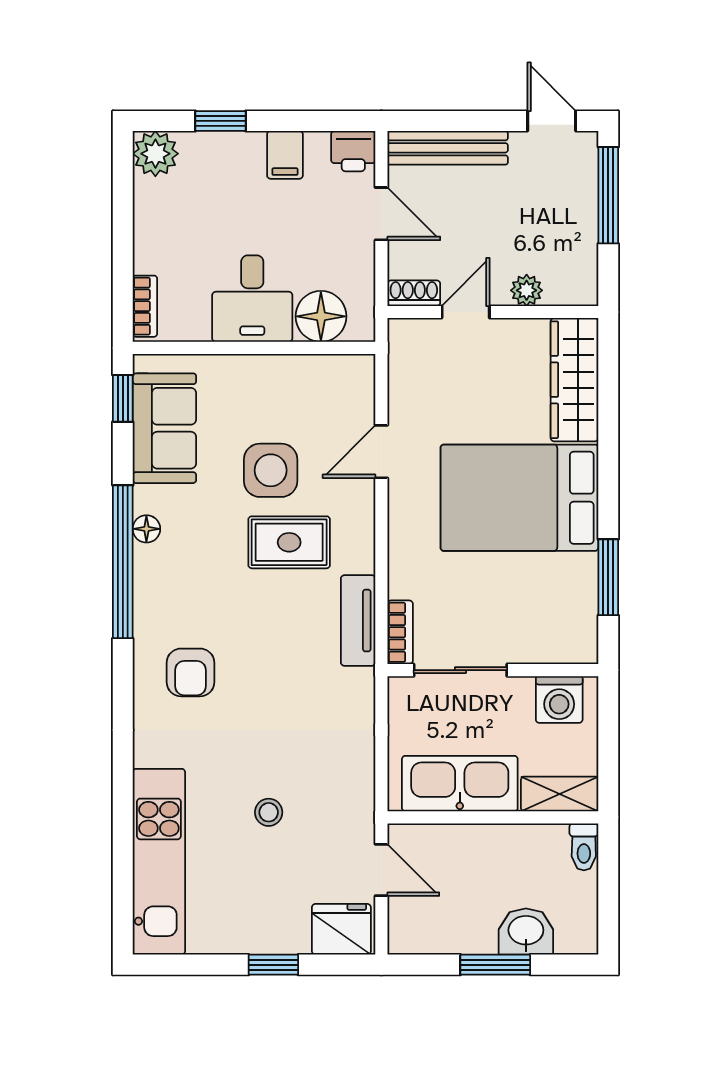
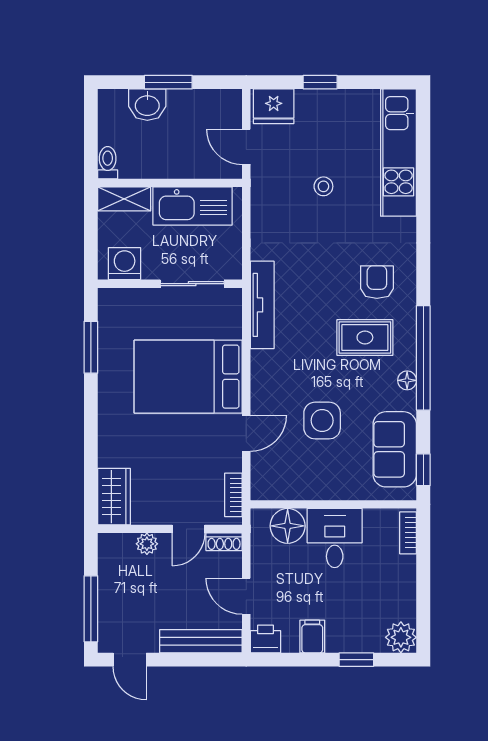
wardrobe: (574, 380) -> (114, 497), width x0.67
bed: (519, 498) -> (188, 377), moved, turned 180
rug: (289, 542) -> (365, 337), moved
tv unit: (358, 621) -> (262, 305), width x1.41
bookcase: (400, 632) -> (233, 495), moved

